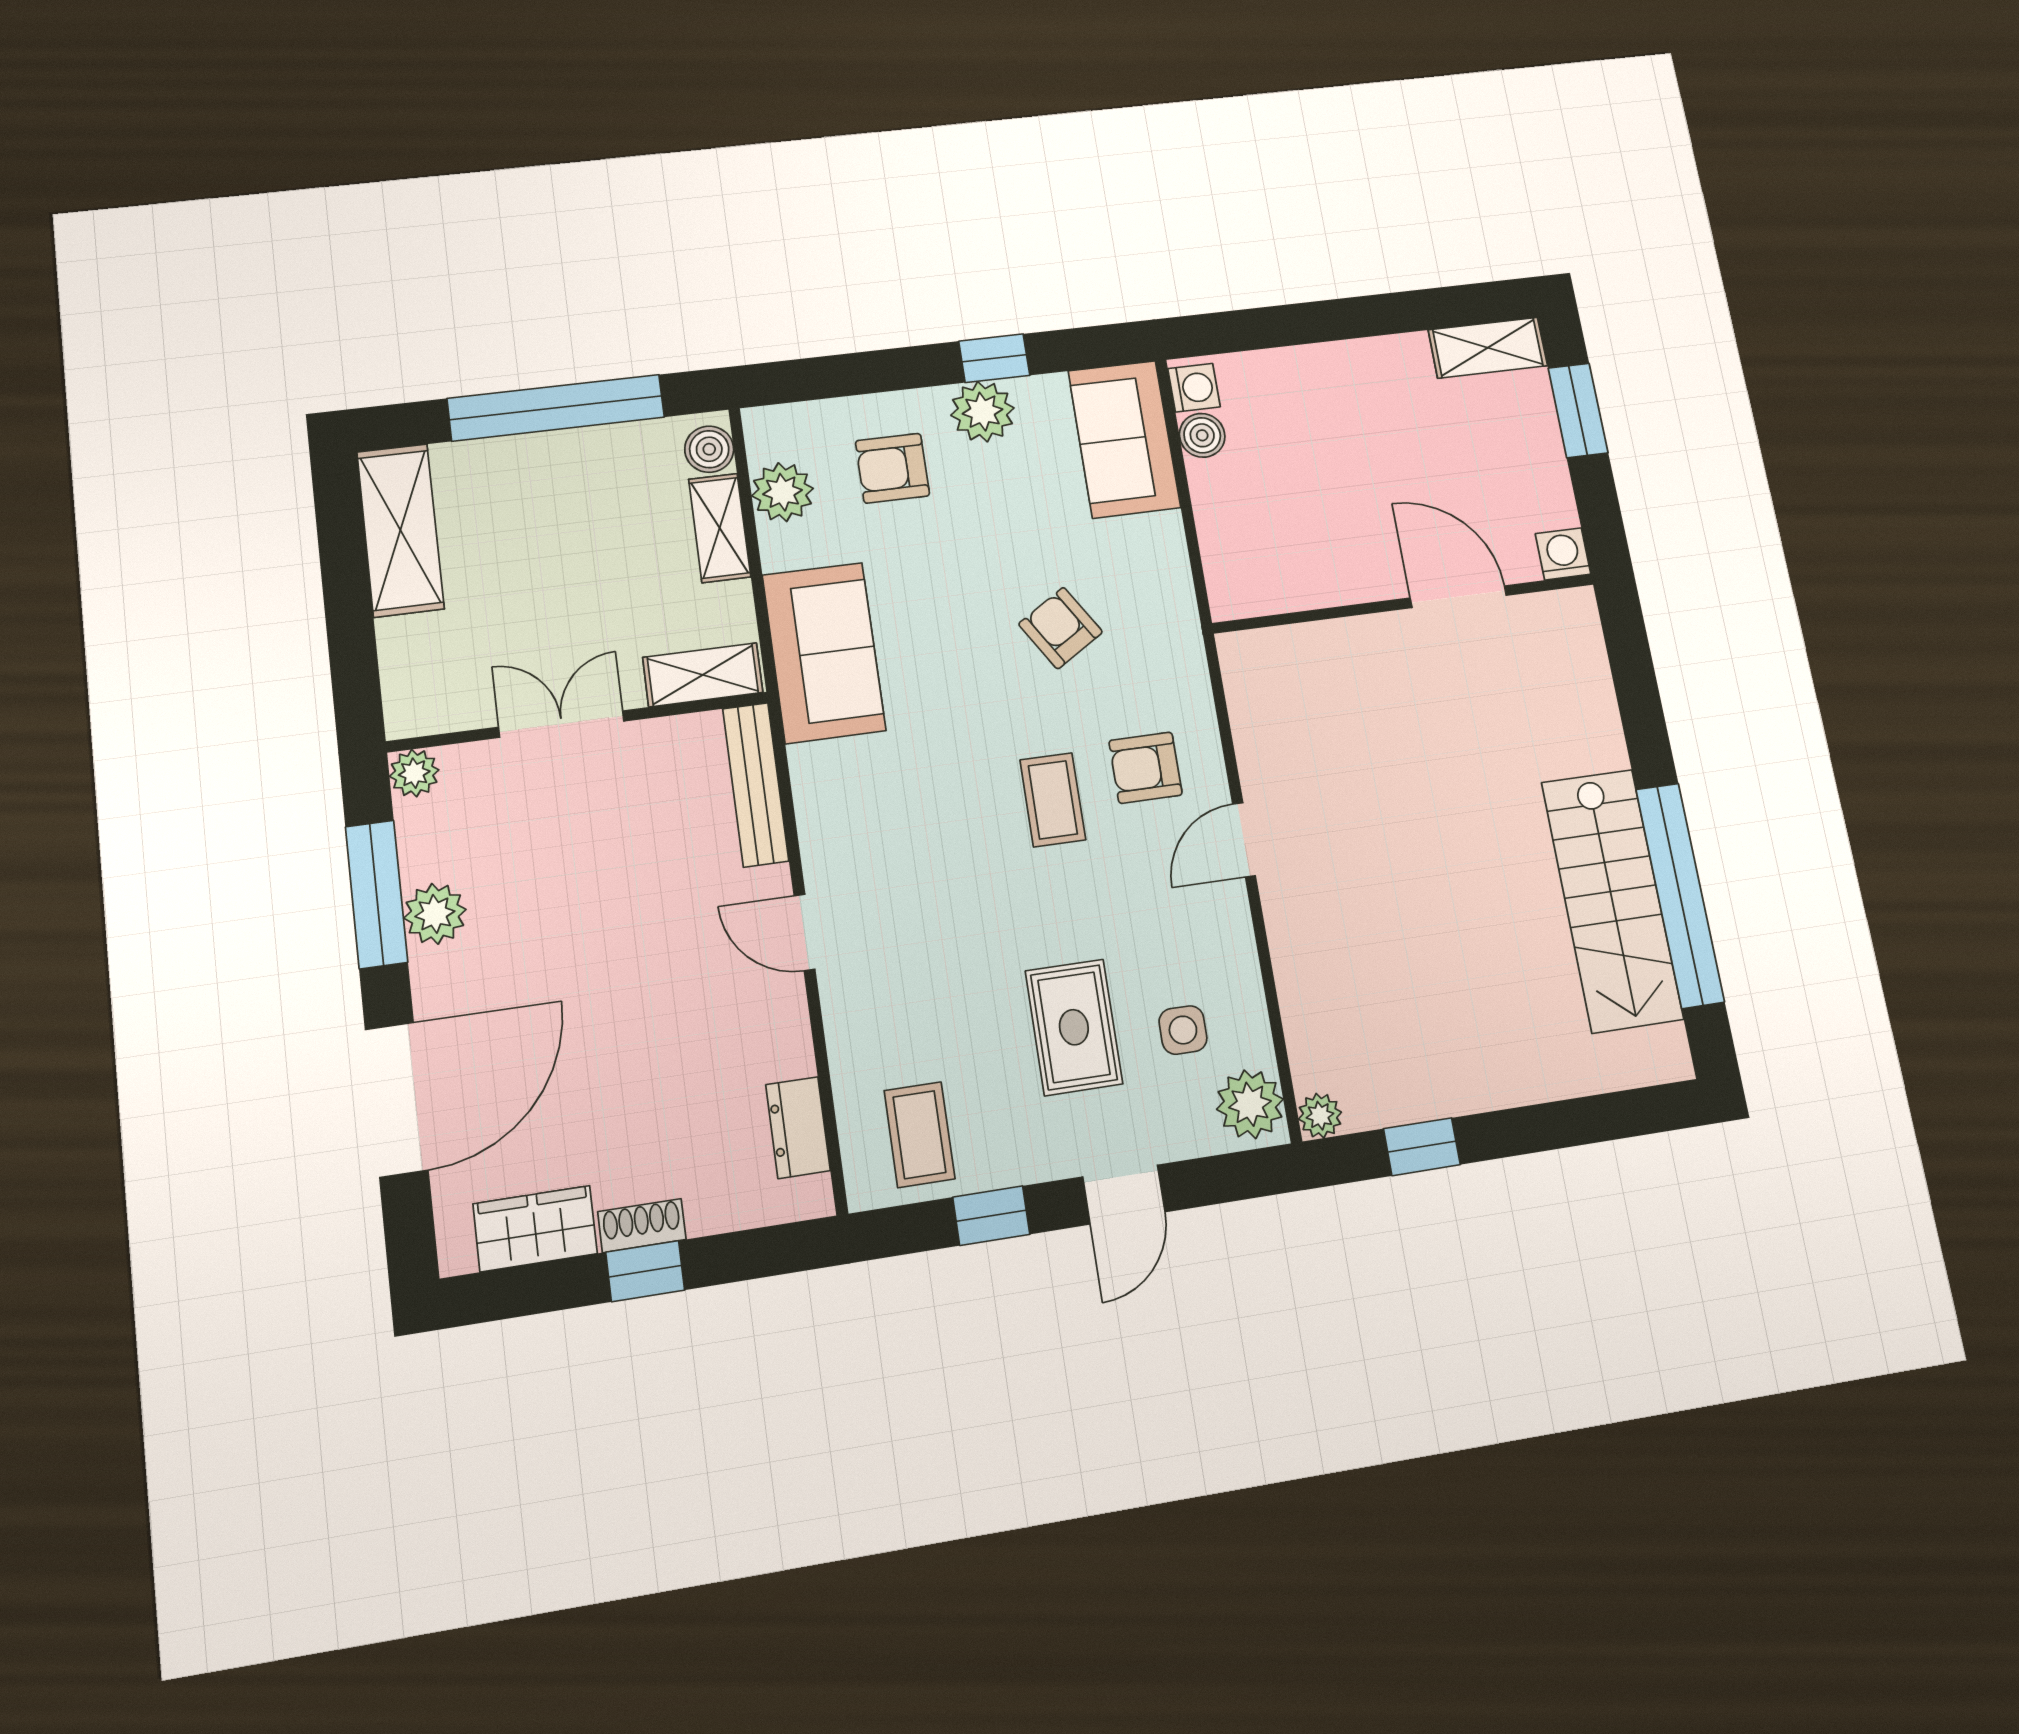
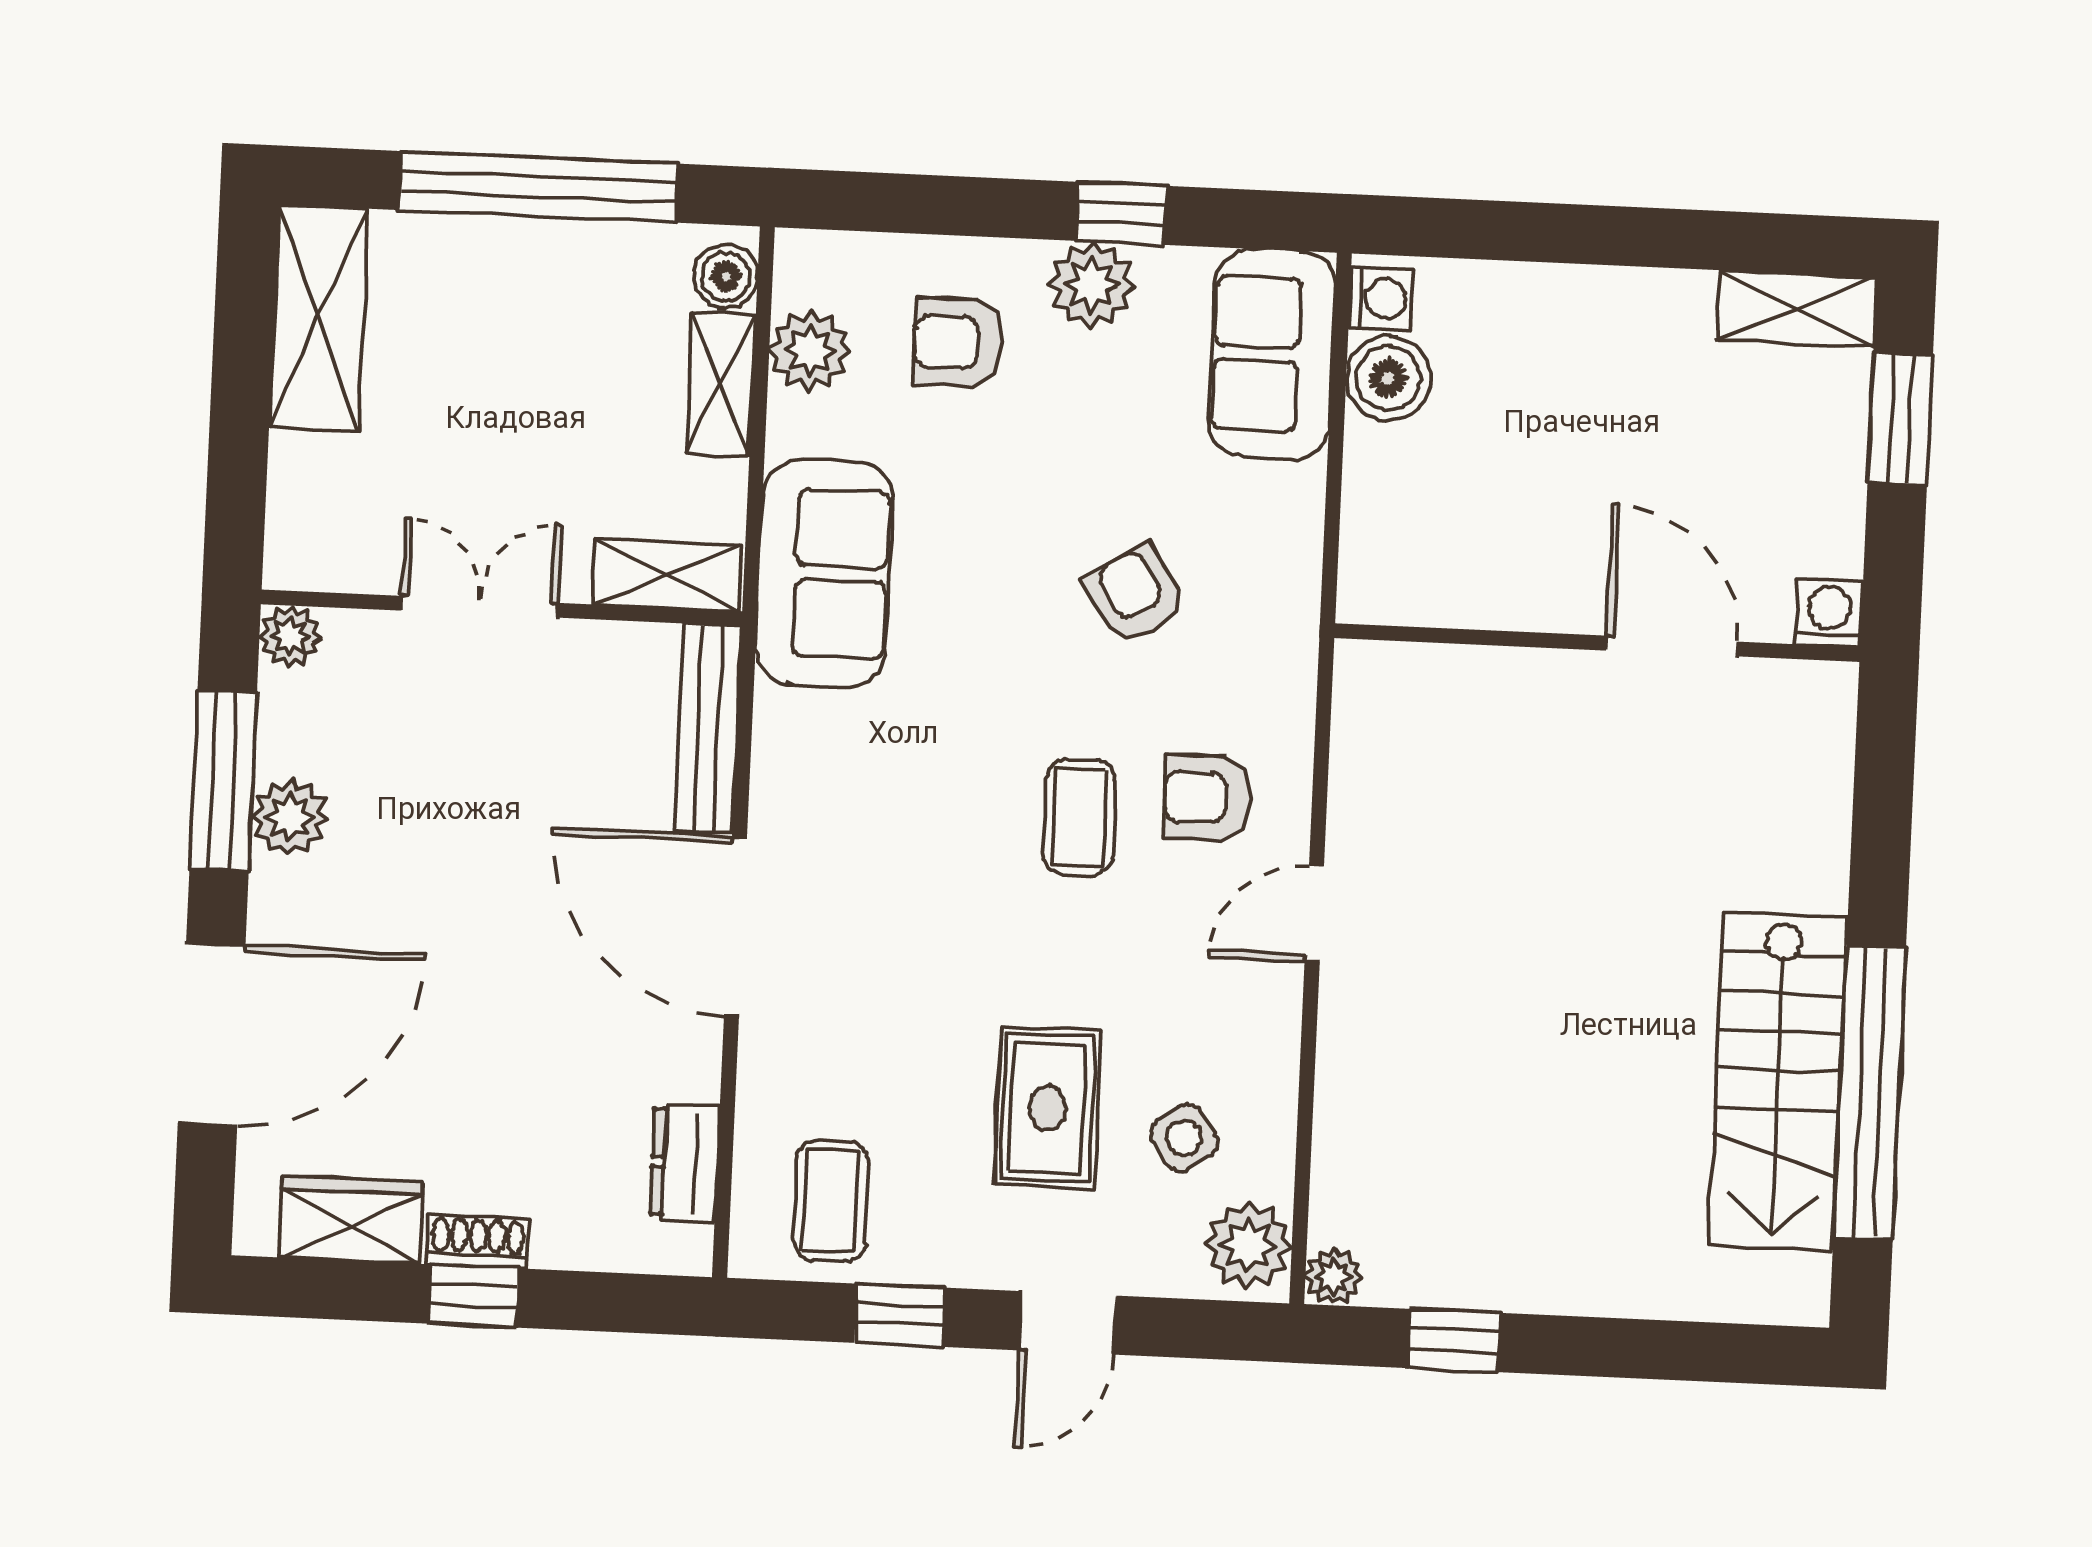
boiler: (1202, 435) -> (1388, 378), width x1.36, depth x1.36
door: (804, 932) -> (736, 926), width x1.87
side table: (1183, 1030) -> (1184, 1138), turned -34

